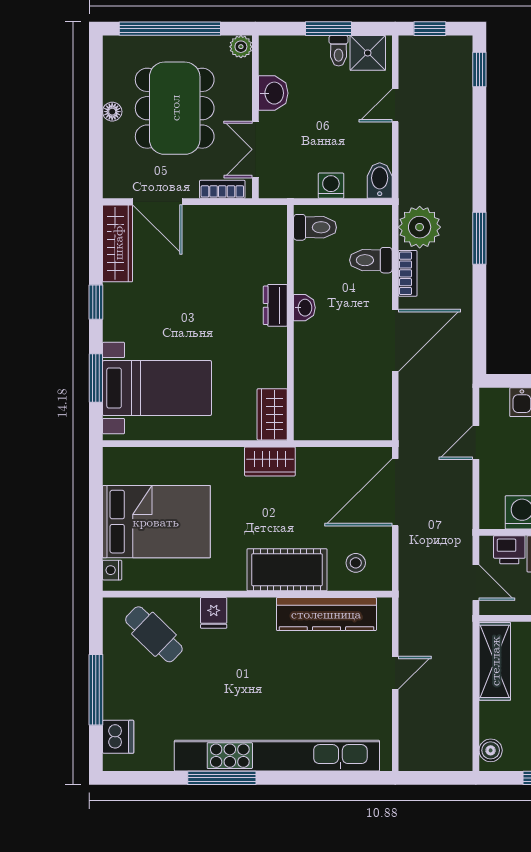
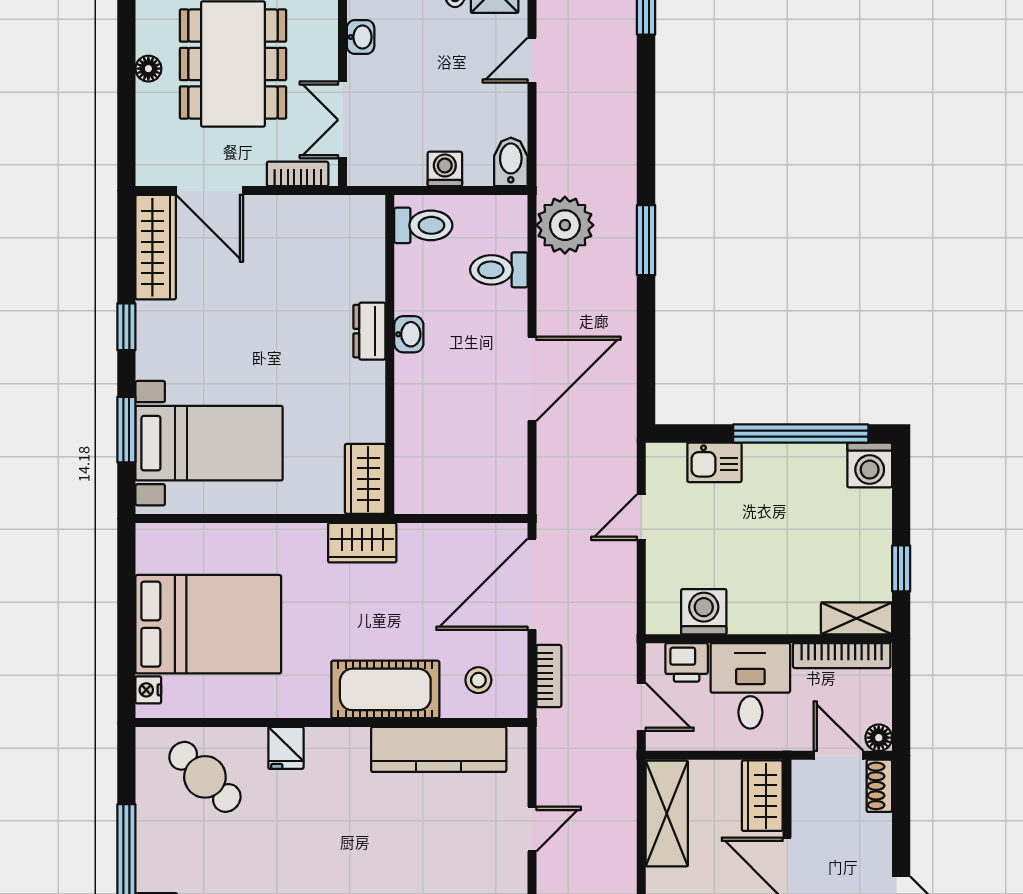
washbasin: (273, 93) -> (361, 37), width x0.72, depth x0.69
bookcase: (408, 273) -> (549, 676), moved

